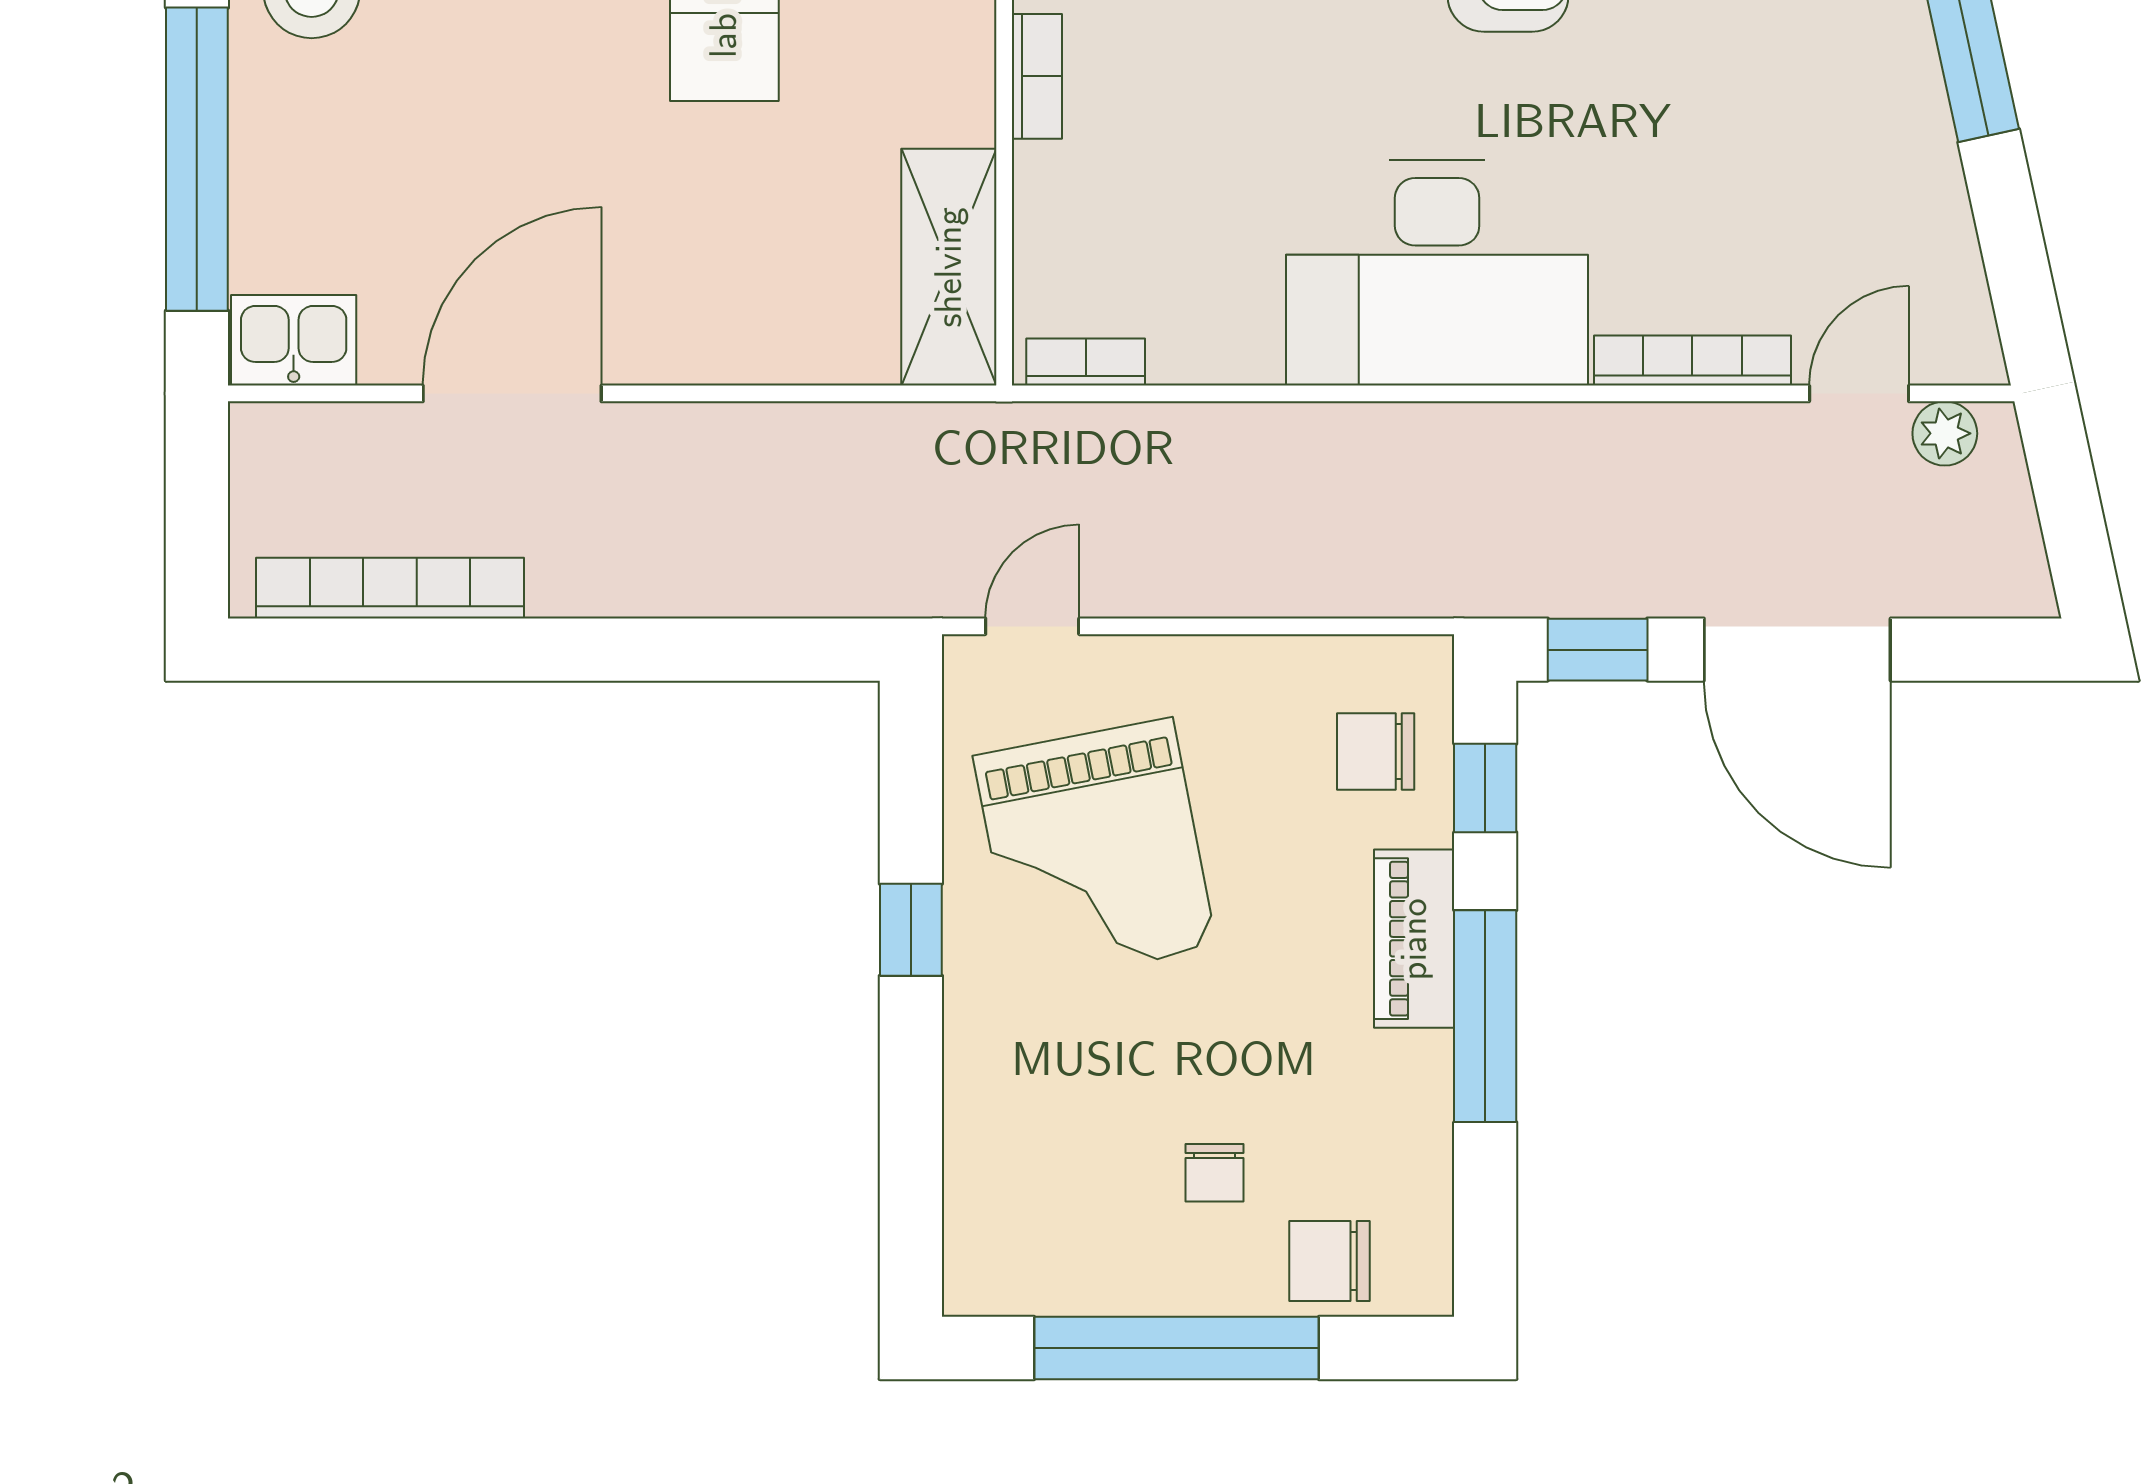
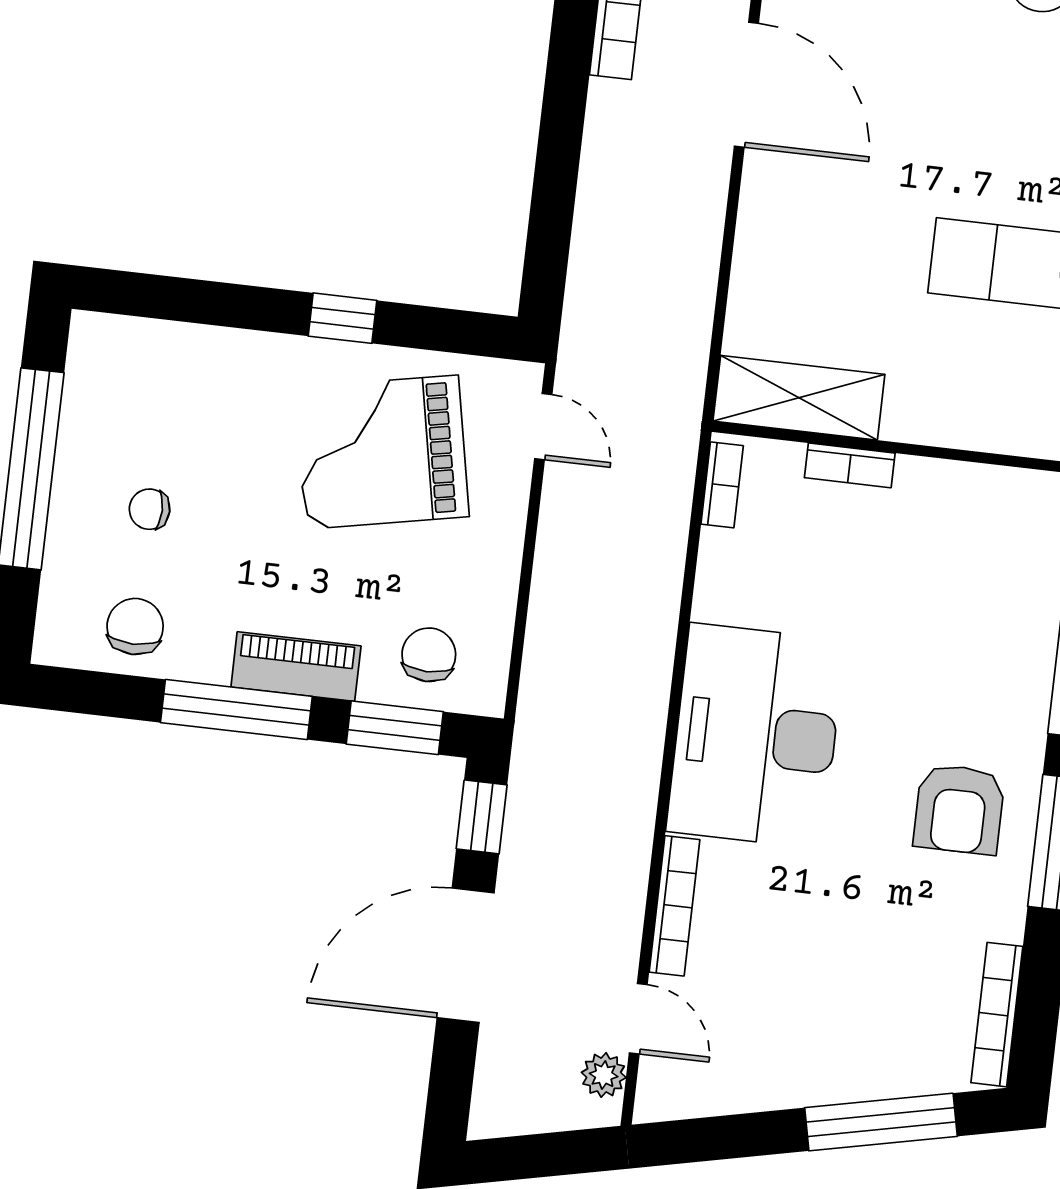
bookcase: (1037, 76) -> (850, 465), moved
window: (1485, 788) -> (395, 728), width x1.50
chair: (1330, 1261) -> (135, 626), moved

